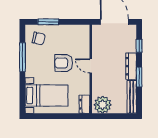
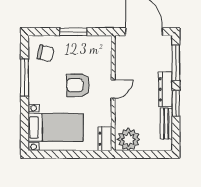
window: (48, 22) -> (73, 32), moved
window: (139, 46) -> (176, 63), width x2.17
door: (91, 66) -> (113, 89), swing flipped
bench: (132, 97) -> (166, 123), width x0.73

